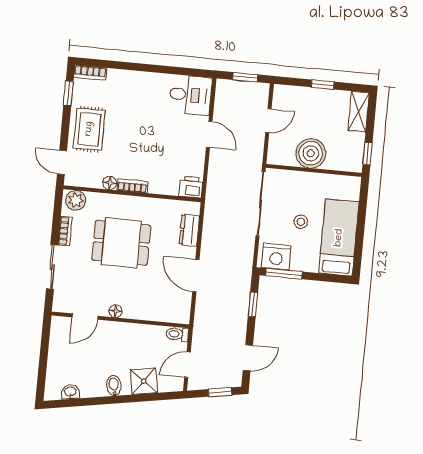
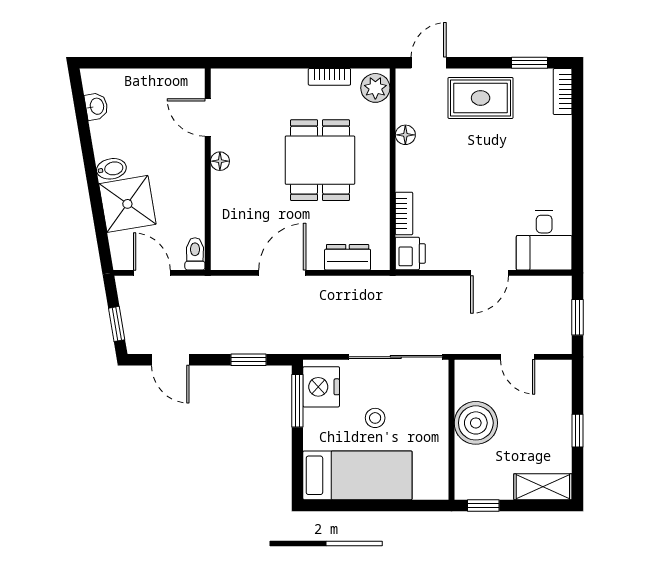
bookcase: (132, 186) -> (404, 213), moved
sliding door: (52, 267) -> (275, 63), removed
shower: (144, 381) -> (127, 204), width x1.36, depth x1.36

